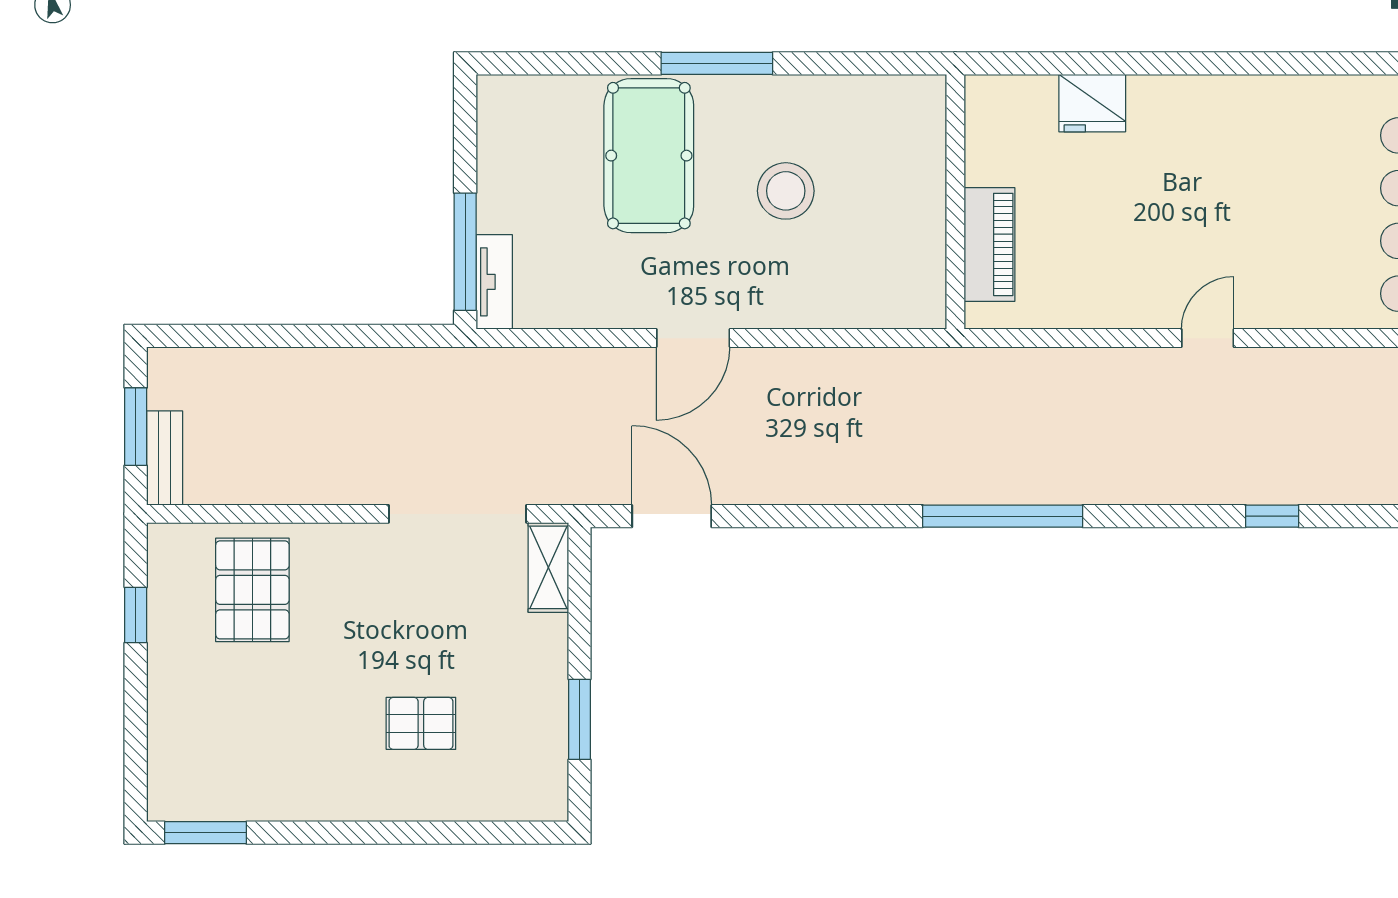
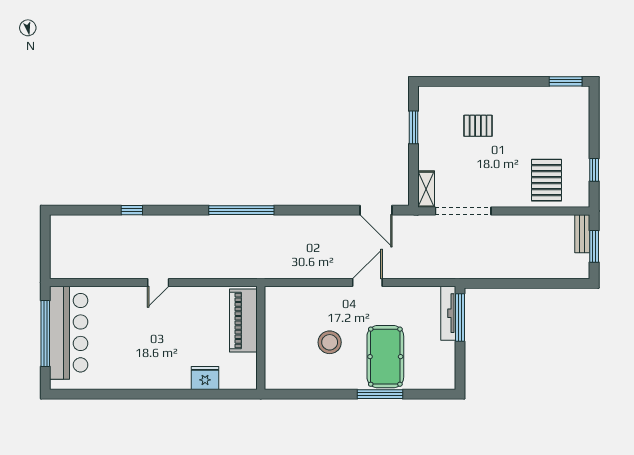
window: (717, 63) -> (380, 394), moved
piano: (990, 244) -> (243, 321), width x1.37, depth x1.33
tv unit: (494, 282) -> (448, 313), width x1.41

